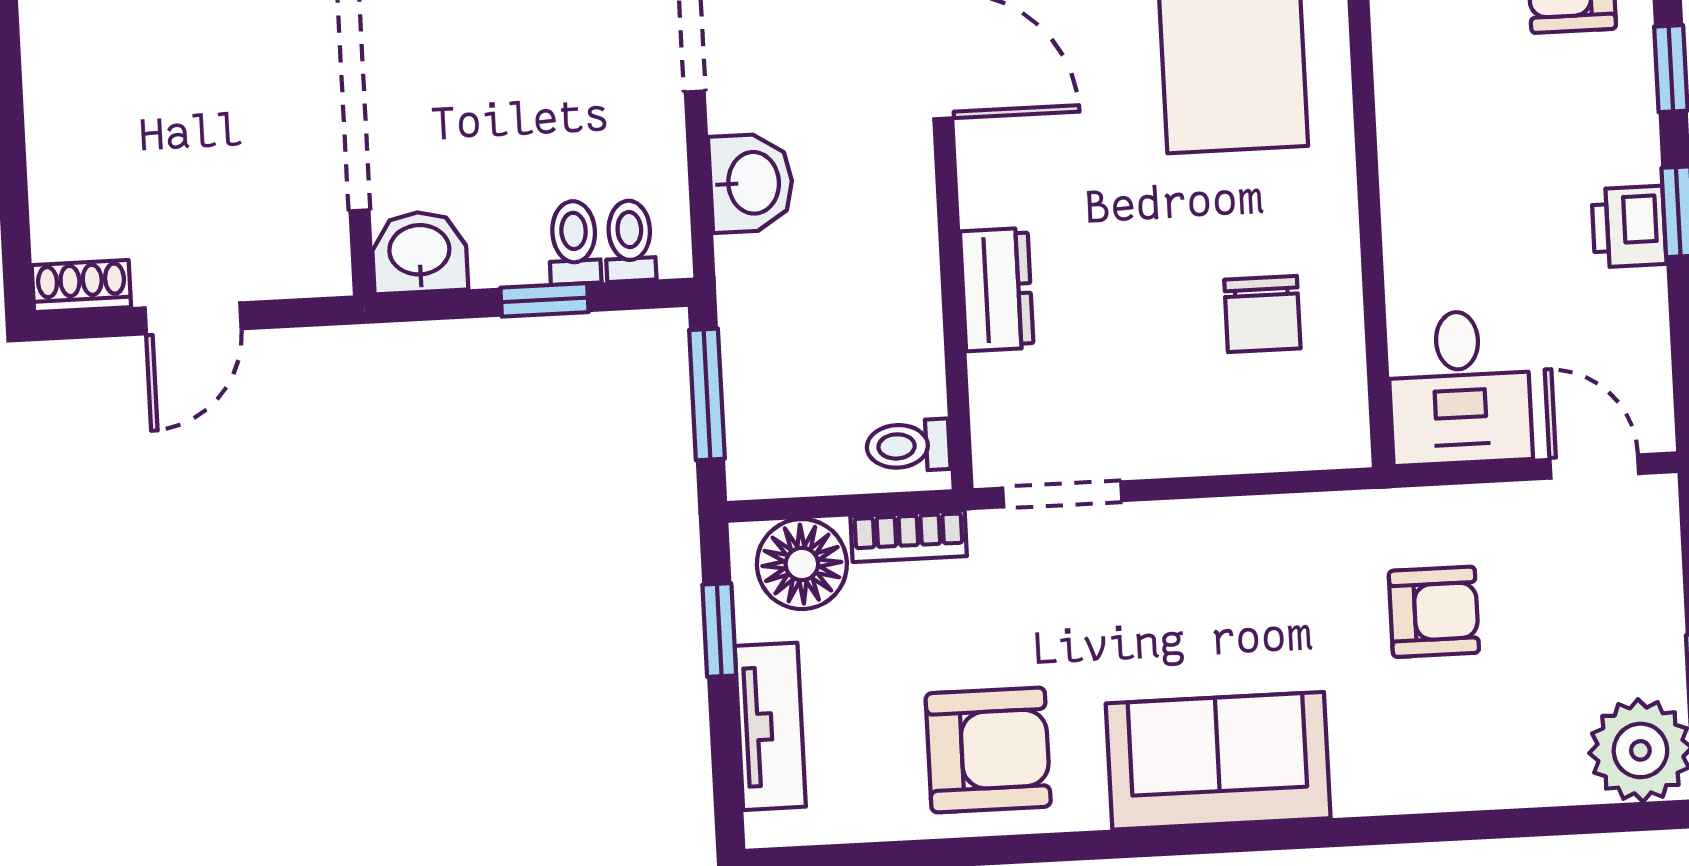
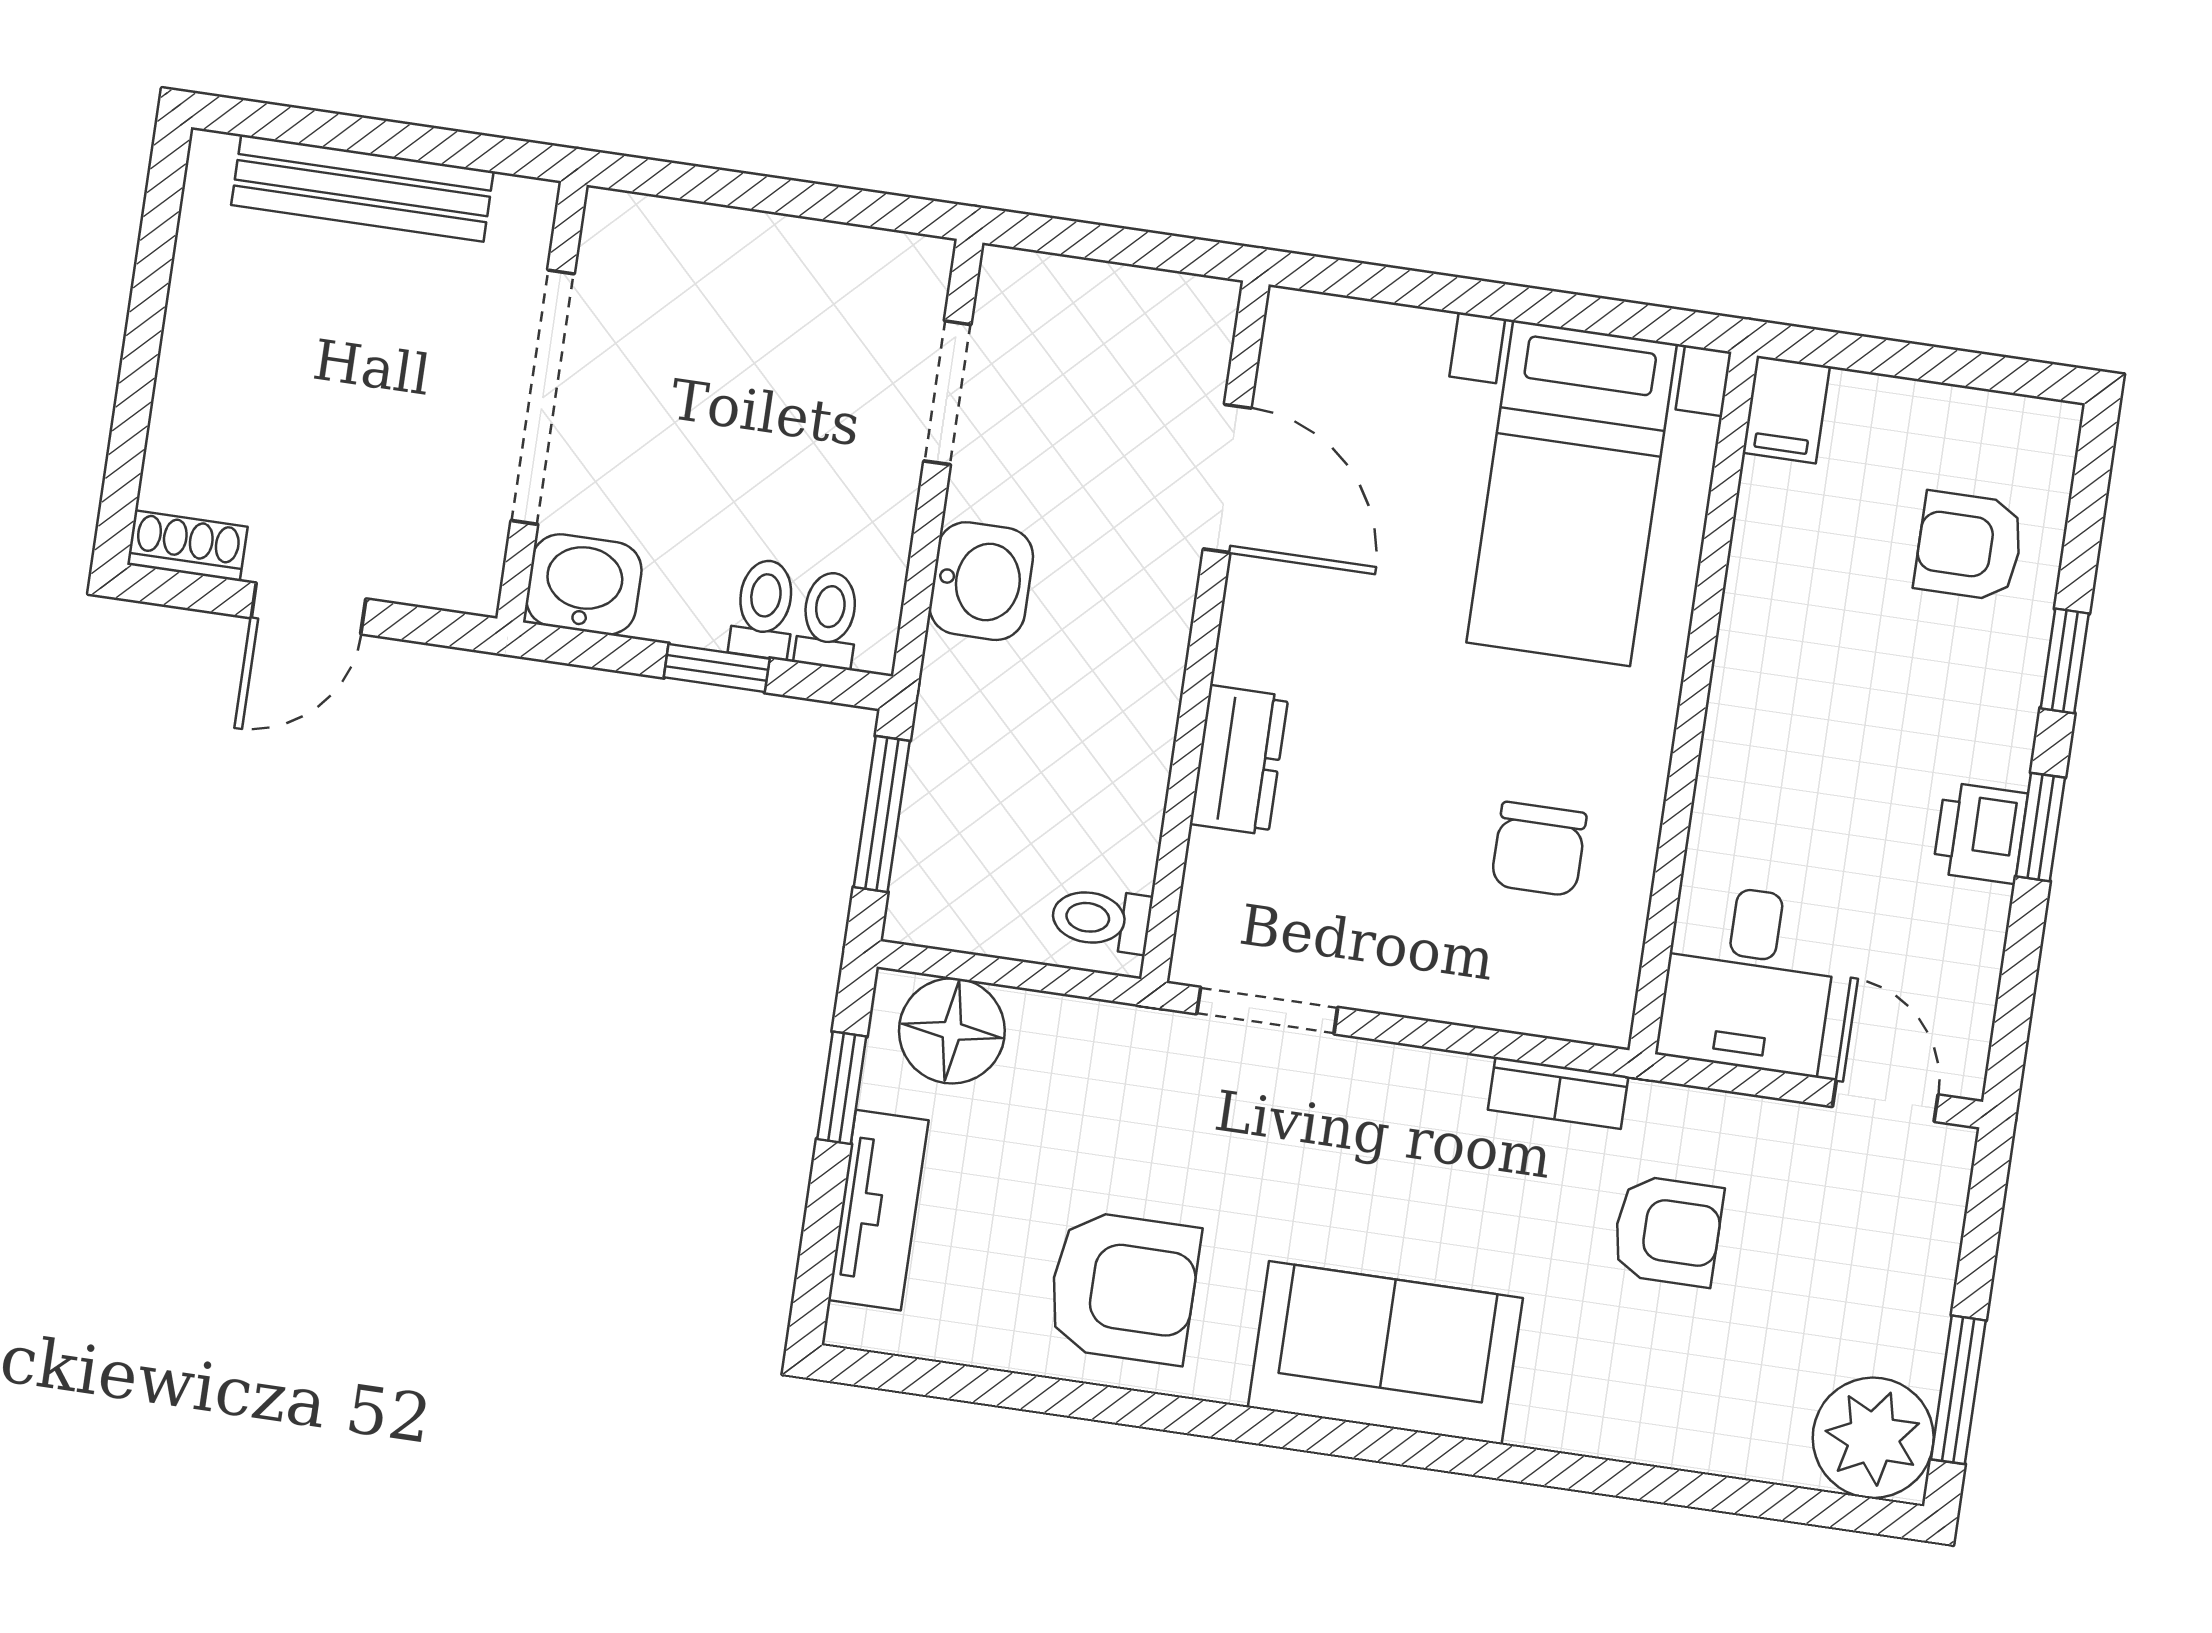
bookcase: (909, 536) -> (1558, 1093), moved

